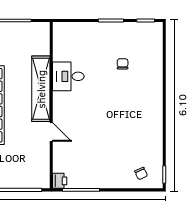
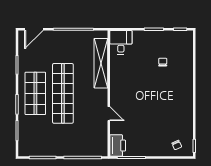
desk: (68, 76) -> (121, 42), moved, turned 90
shelving: (41, 89) -> (101, 63), moved
printer: (60, 181) -> (118, 146), width x1.87, depth x1.48

